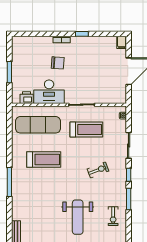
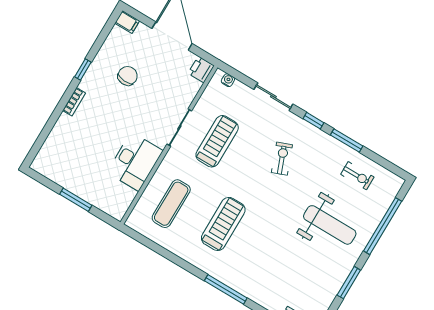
chair: (58, 63) -> (128, 76), moved
printer: (27, 98) -> (201, 70), moved
exercise mat: (38, 125) -> (171, 204), width x0.73, depth x0.69

